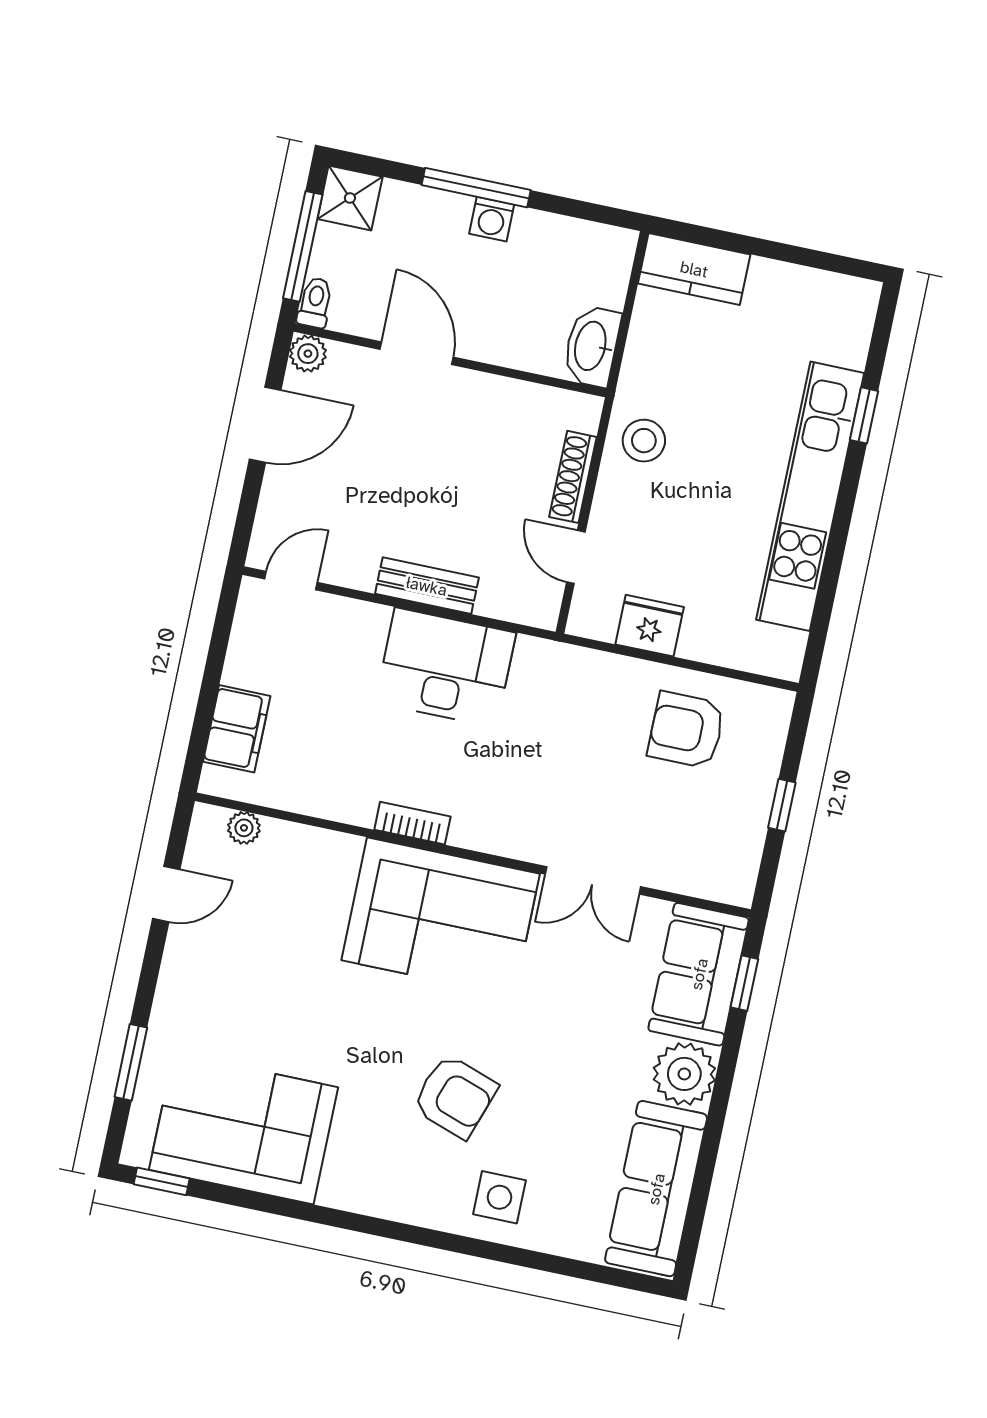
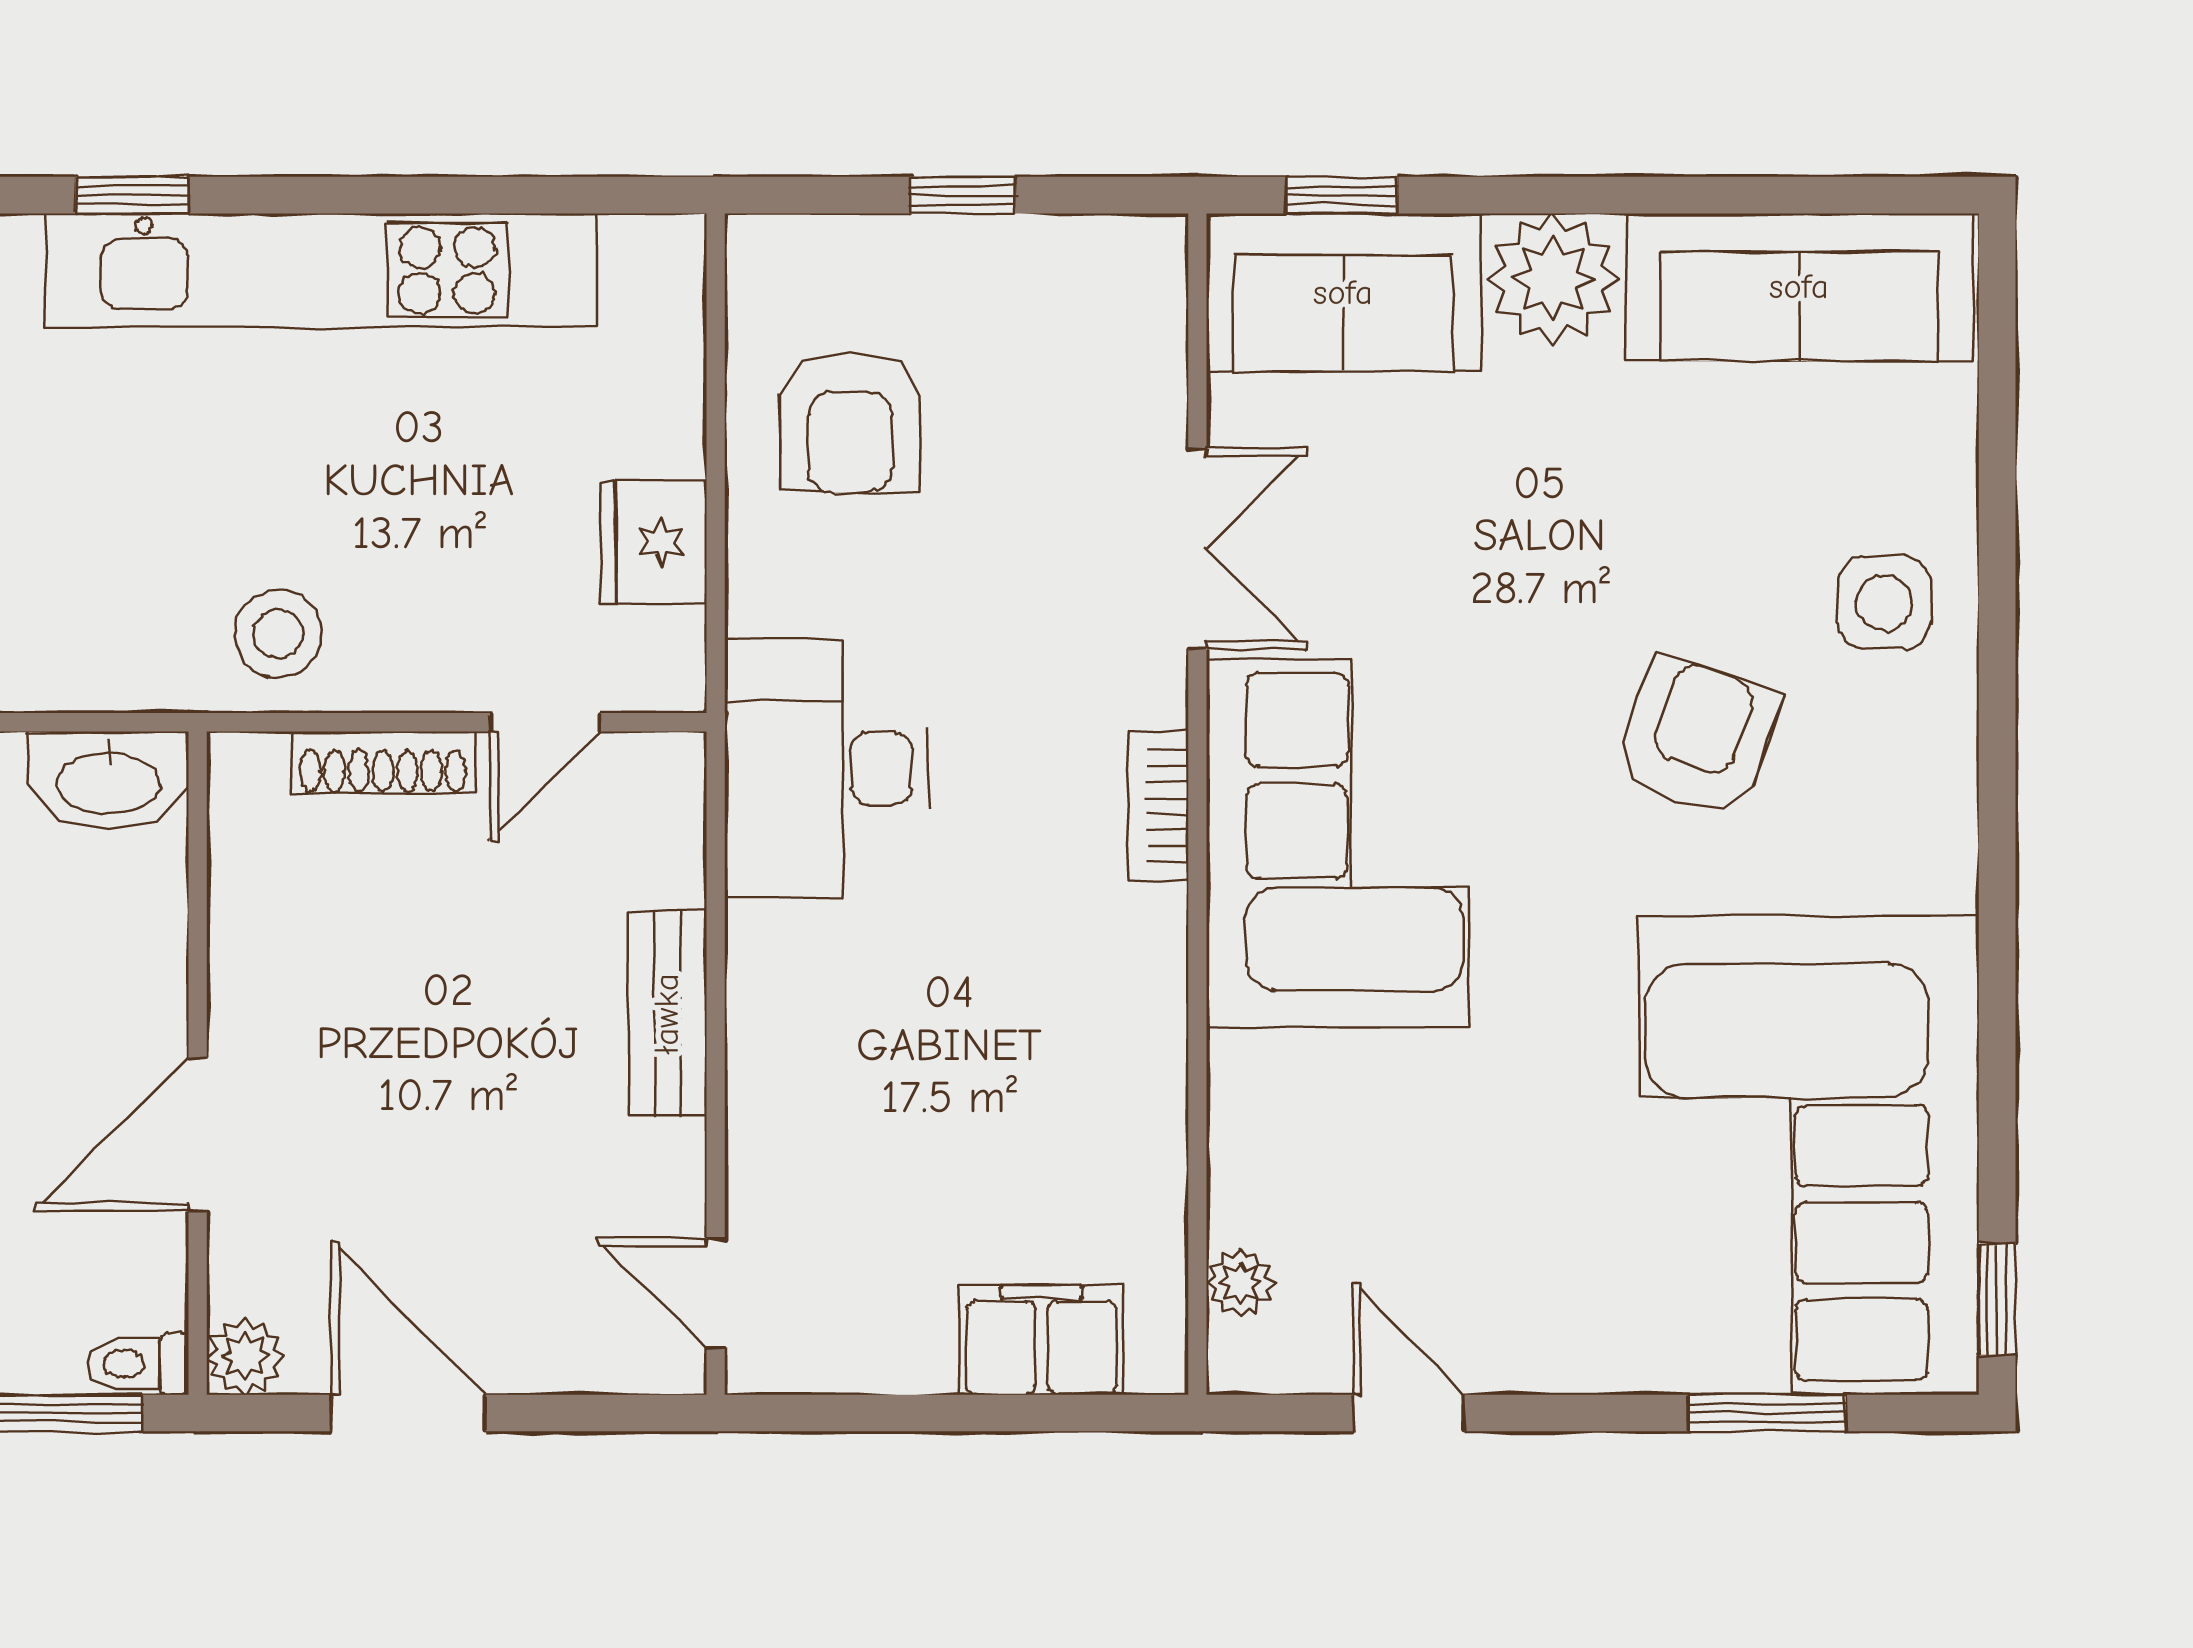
desk: (446, 667) -> (826, 768), moved
bookcase: (412, 823) -> (1158, 806), moved
corner sofa: (244, 1129) -> (1809, 1155), width x1.36, depth x1.36

